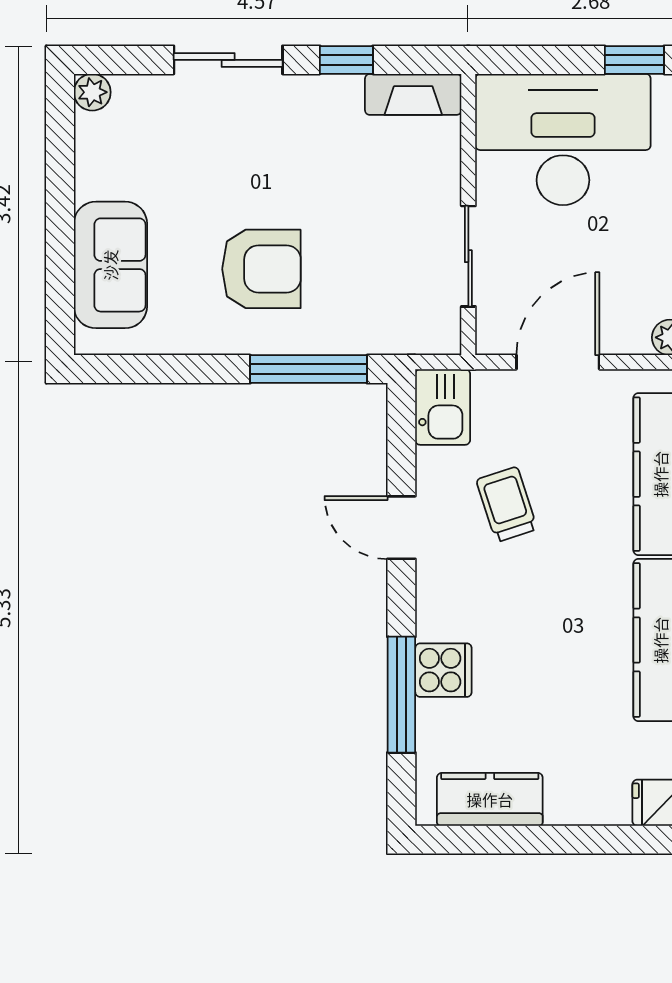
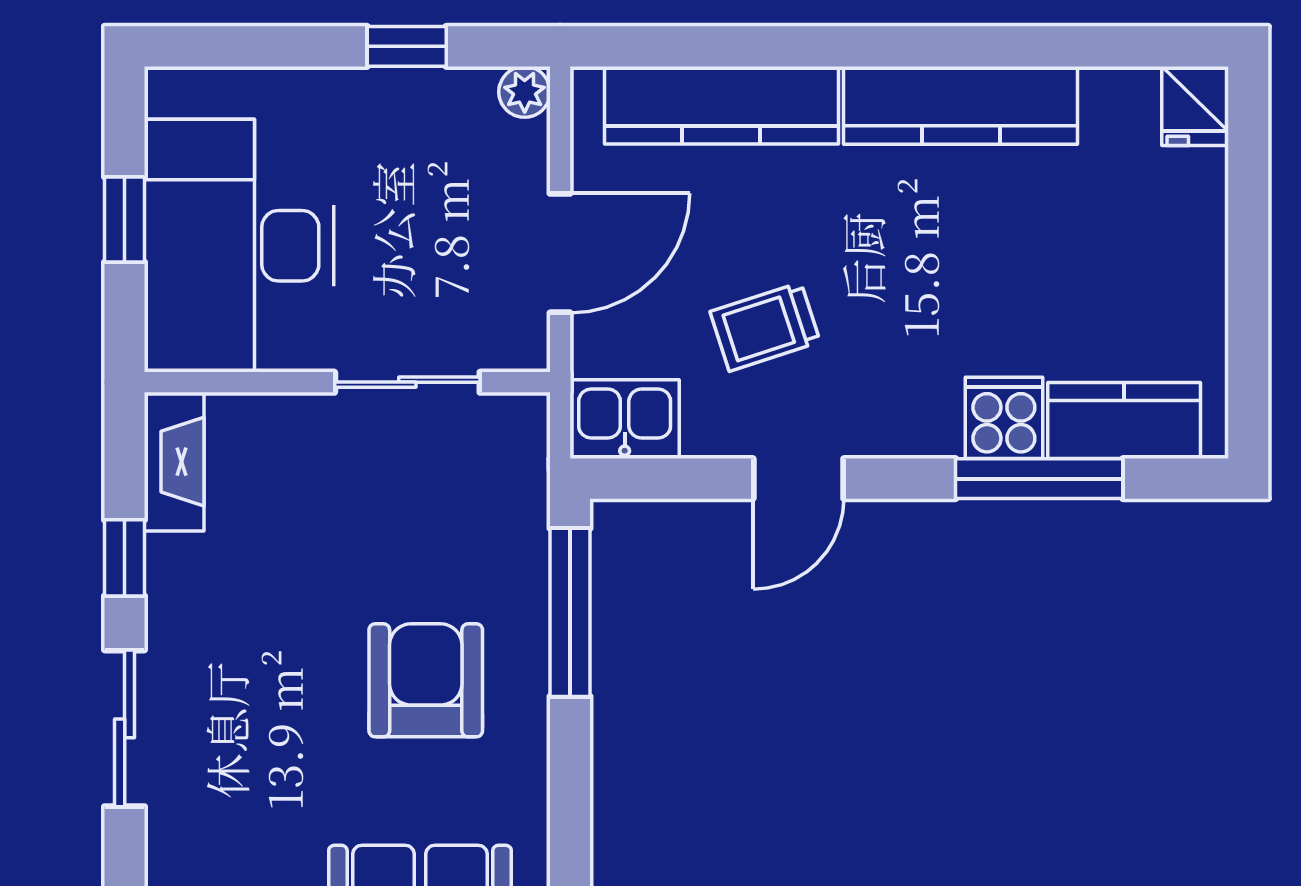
window: (634, 60) -> (125, 219), moved
door: (558, 362) -> (560, 253), swing flipped
kitchen counter: (490, 799) -> (1124, 421), moved, turned 90

